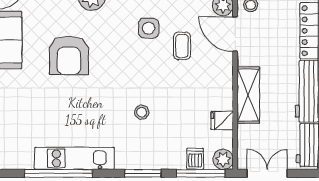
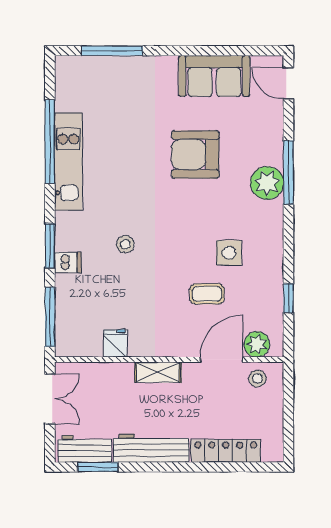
shelving: (248, 95) -> (158, 372), width x0.67, depth x0.75
dishwasher: (195, 159) -> (68, 262), moved
plant: (223, 159) -> (67, 345), removed

